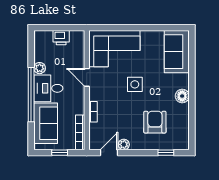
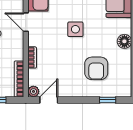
armchair: (155, 122) -> (96, 68), turned 180
plant: (124, 144) -> (33, 91), moved

